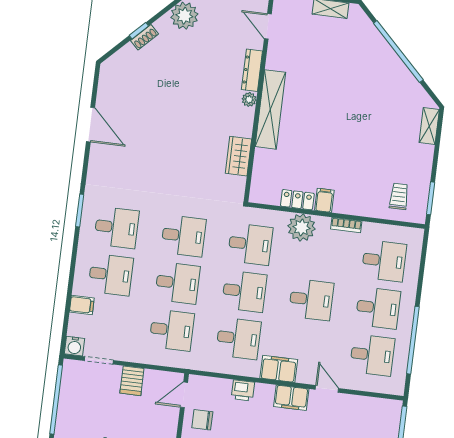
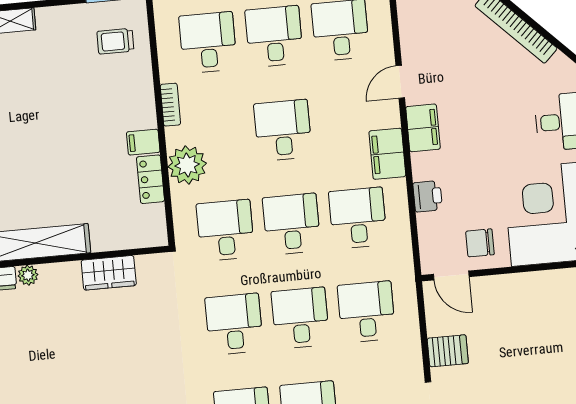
chair: (202, 420) -> (480, 243), turned 90

